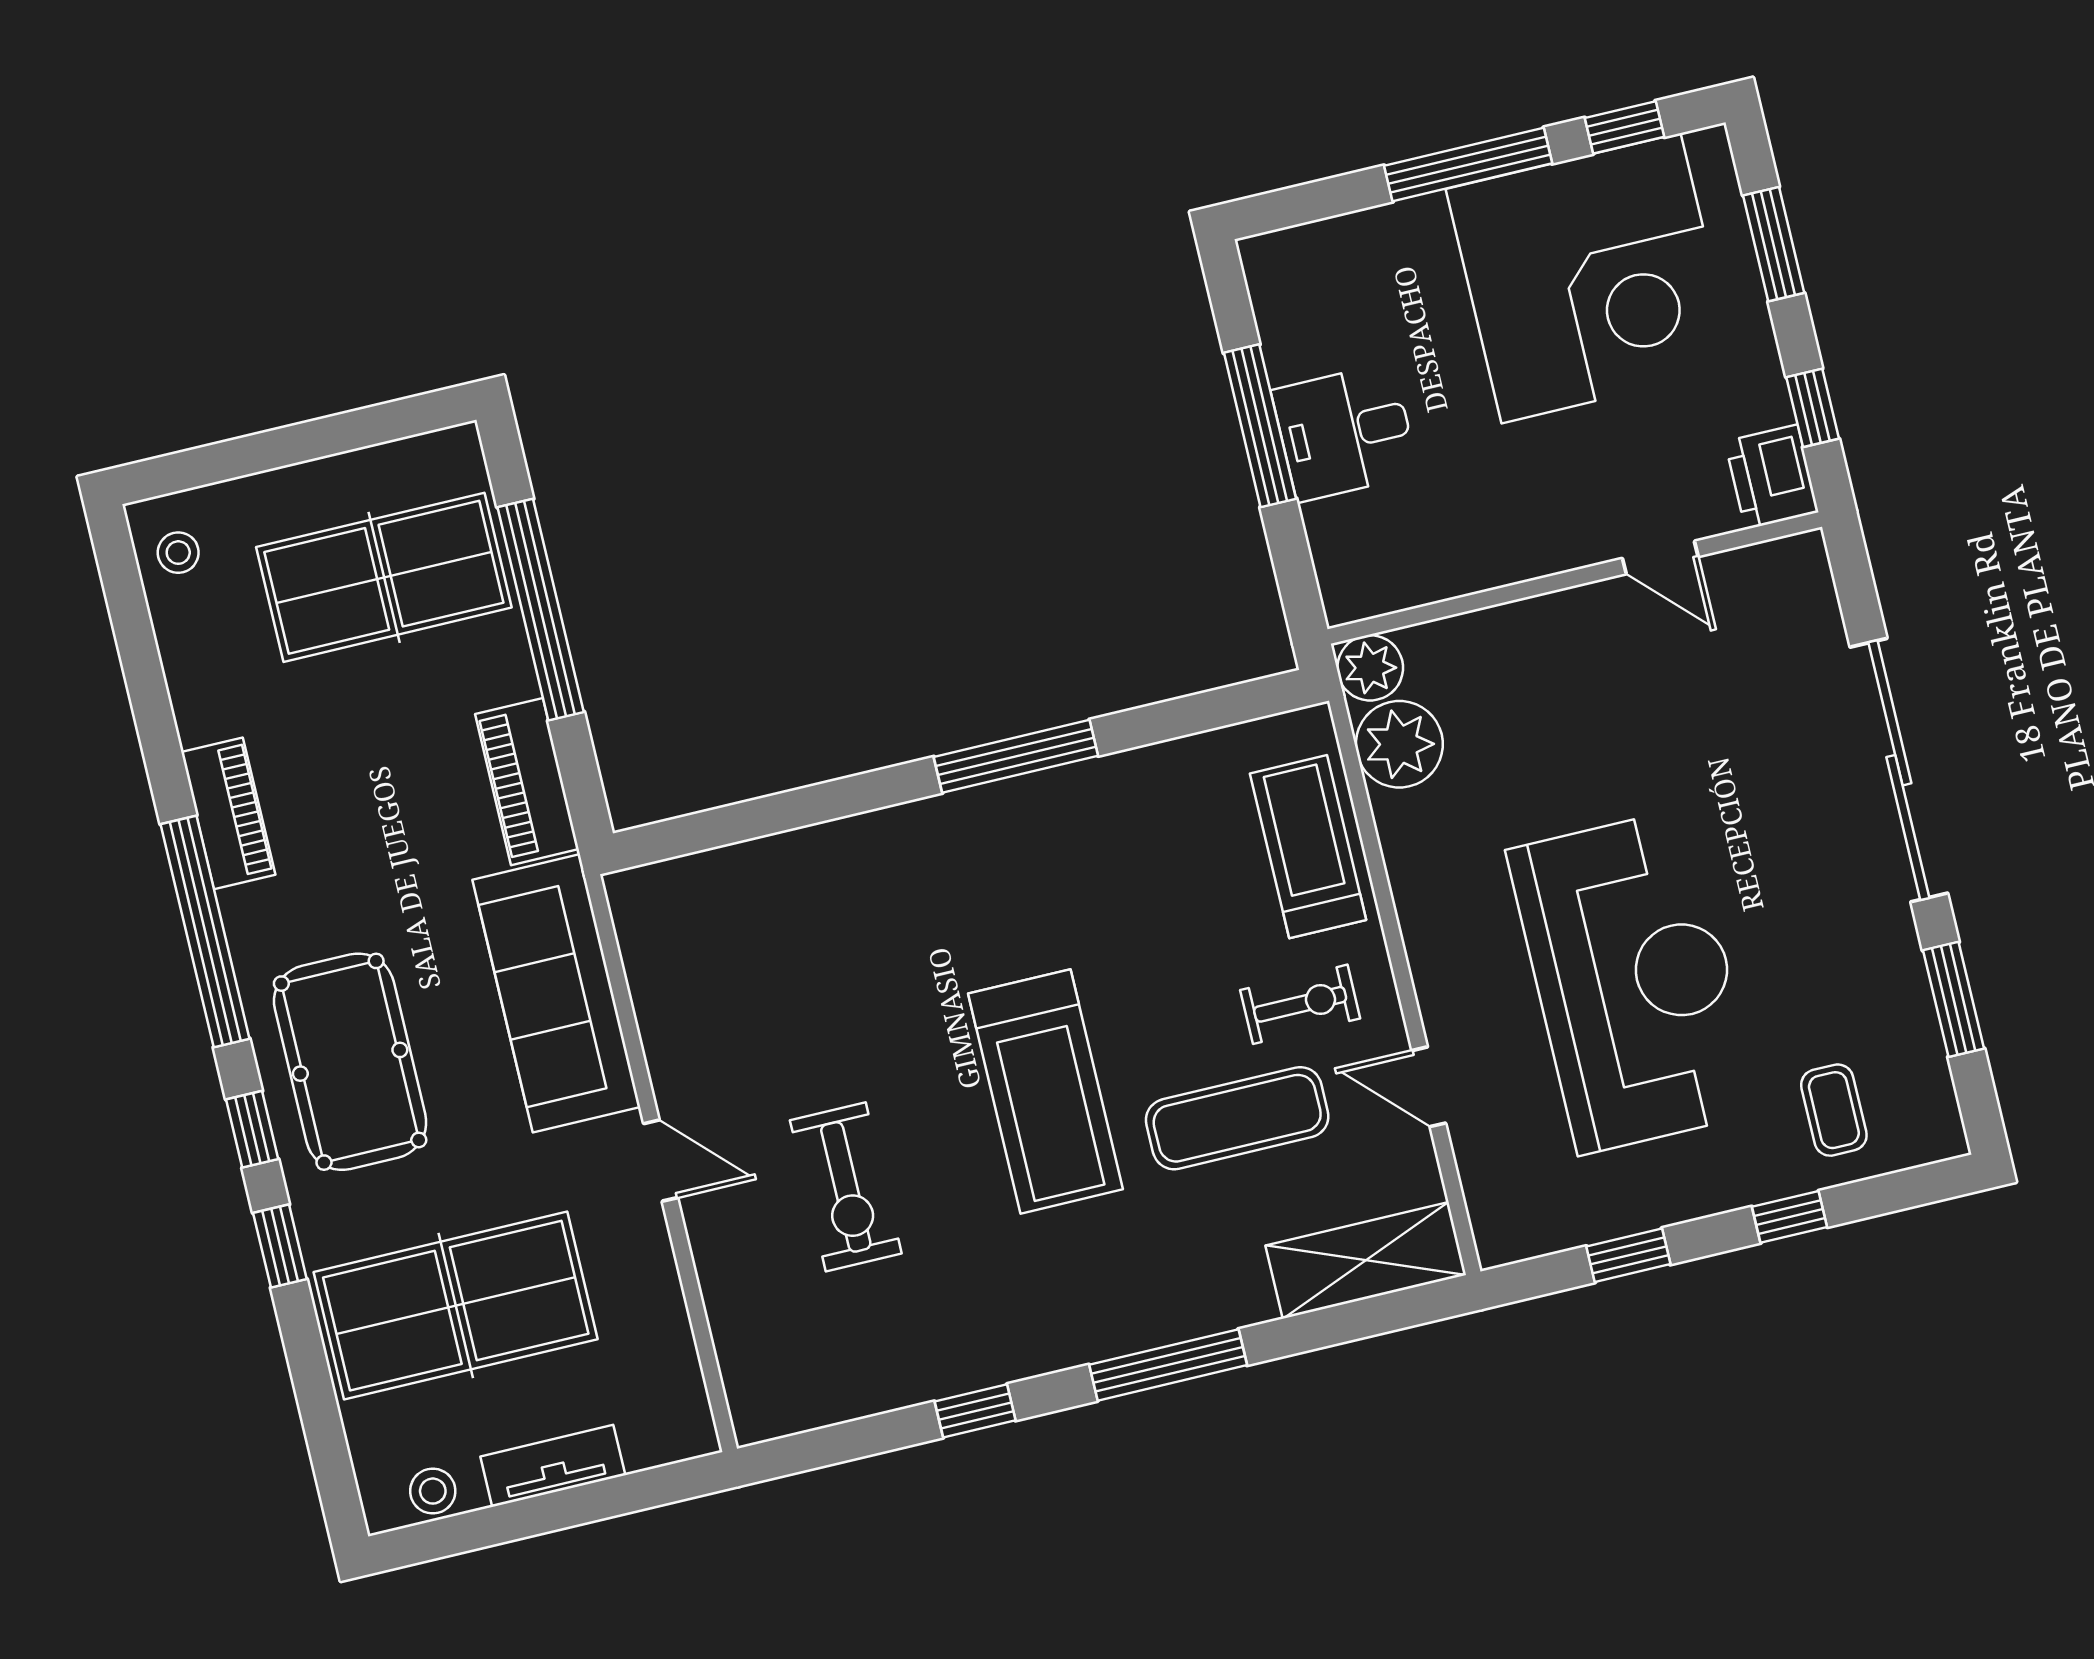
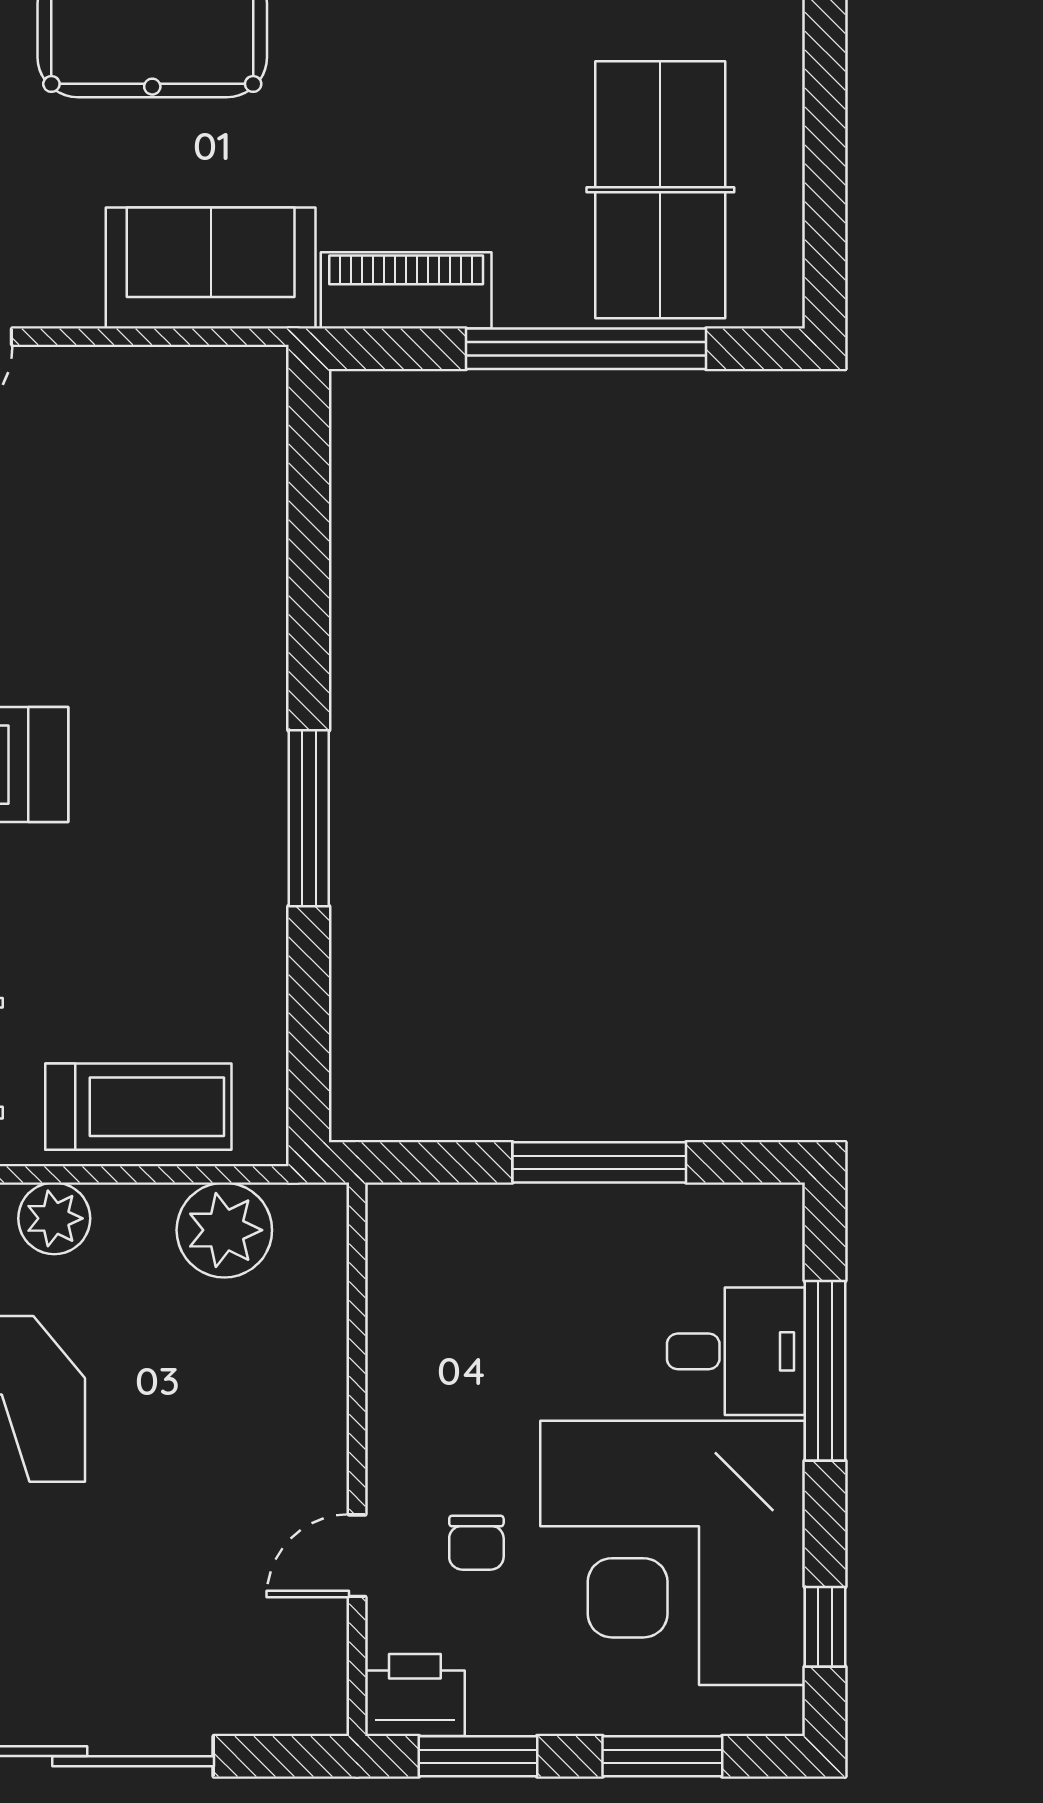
window: (1468, 165) -> (825, 1371), moved
window: (1813, 408) -> (478, 1756), width x1.50
desk: (1345, 432) -> (736, 1351), moved, turned 90
chair: (1623, 454) -> (476, 1543), added
plant: (1370, 668) -> (54, 1218), moved
sofa: (556, 993) -> (211, 268), width x0.73

